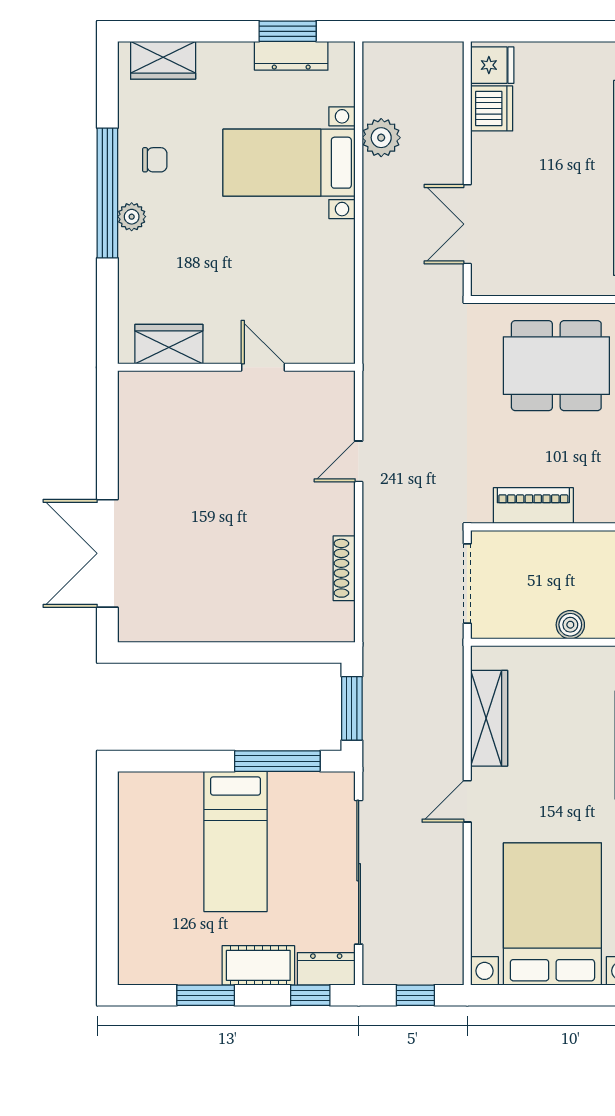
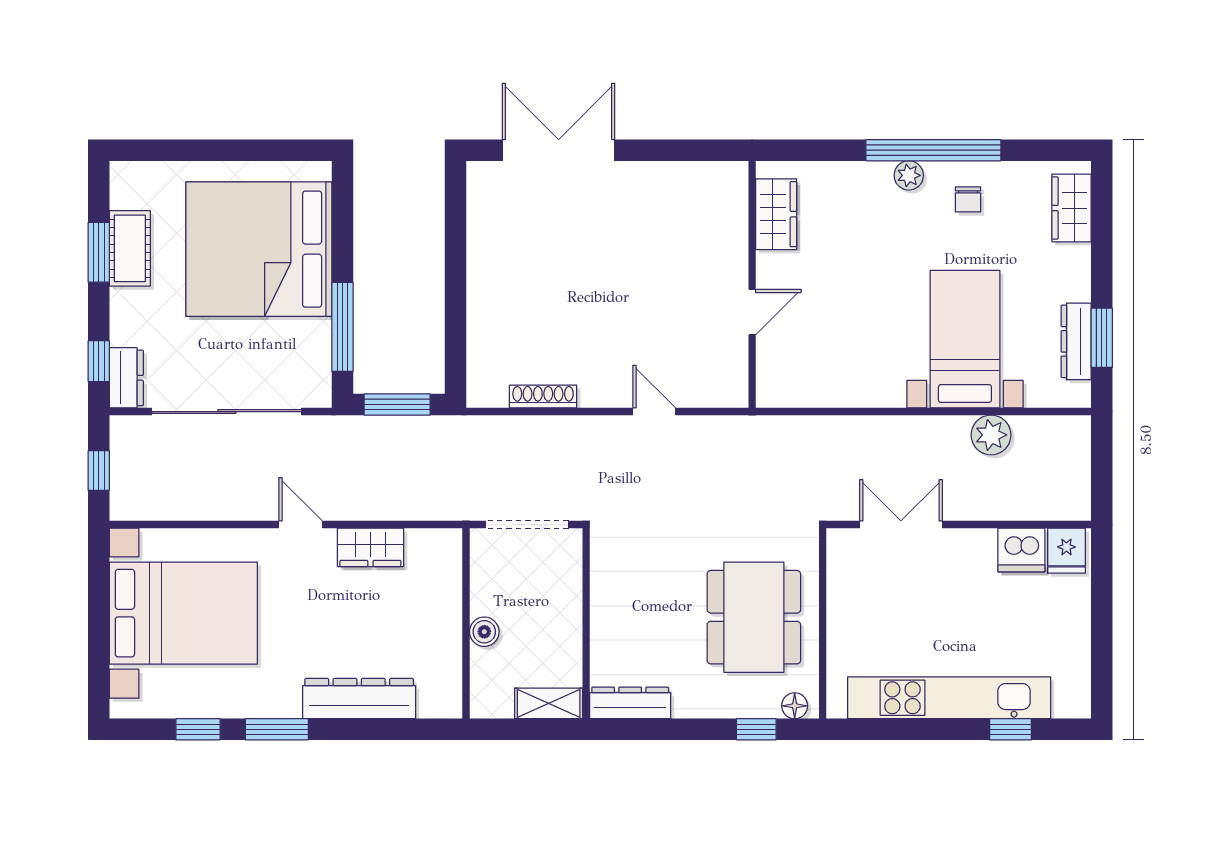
piano: (533, 506) -> (608, 593), removed
wardrobe: (489, 718) -> (370, 547), width x0.67
bed: (235, 841) -> (259, 249), width x2.04
cot: (258, 965) -> (130, 248), moved

